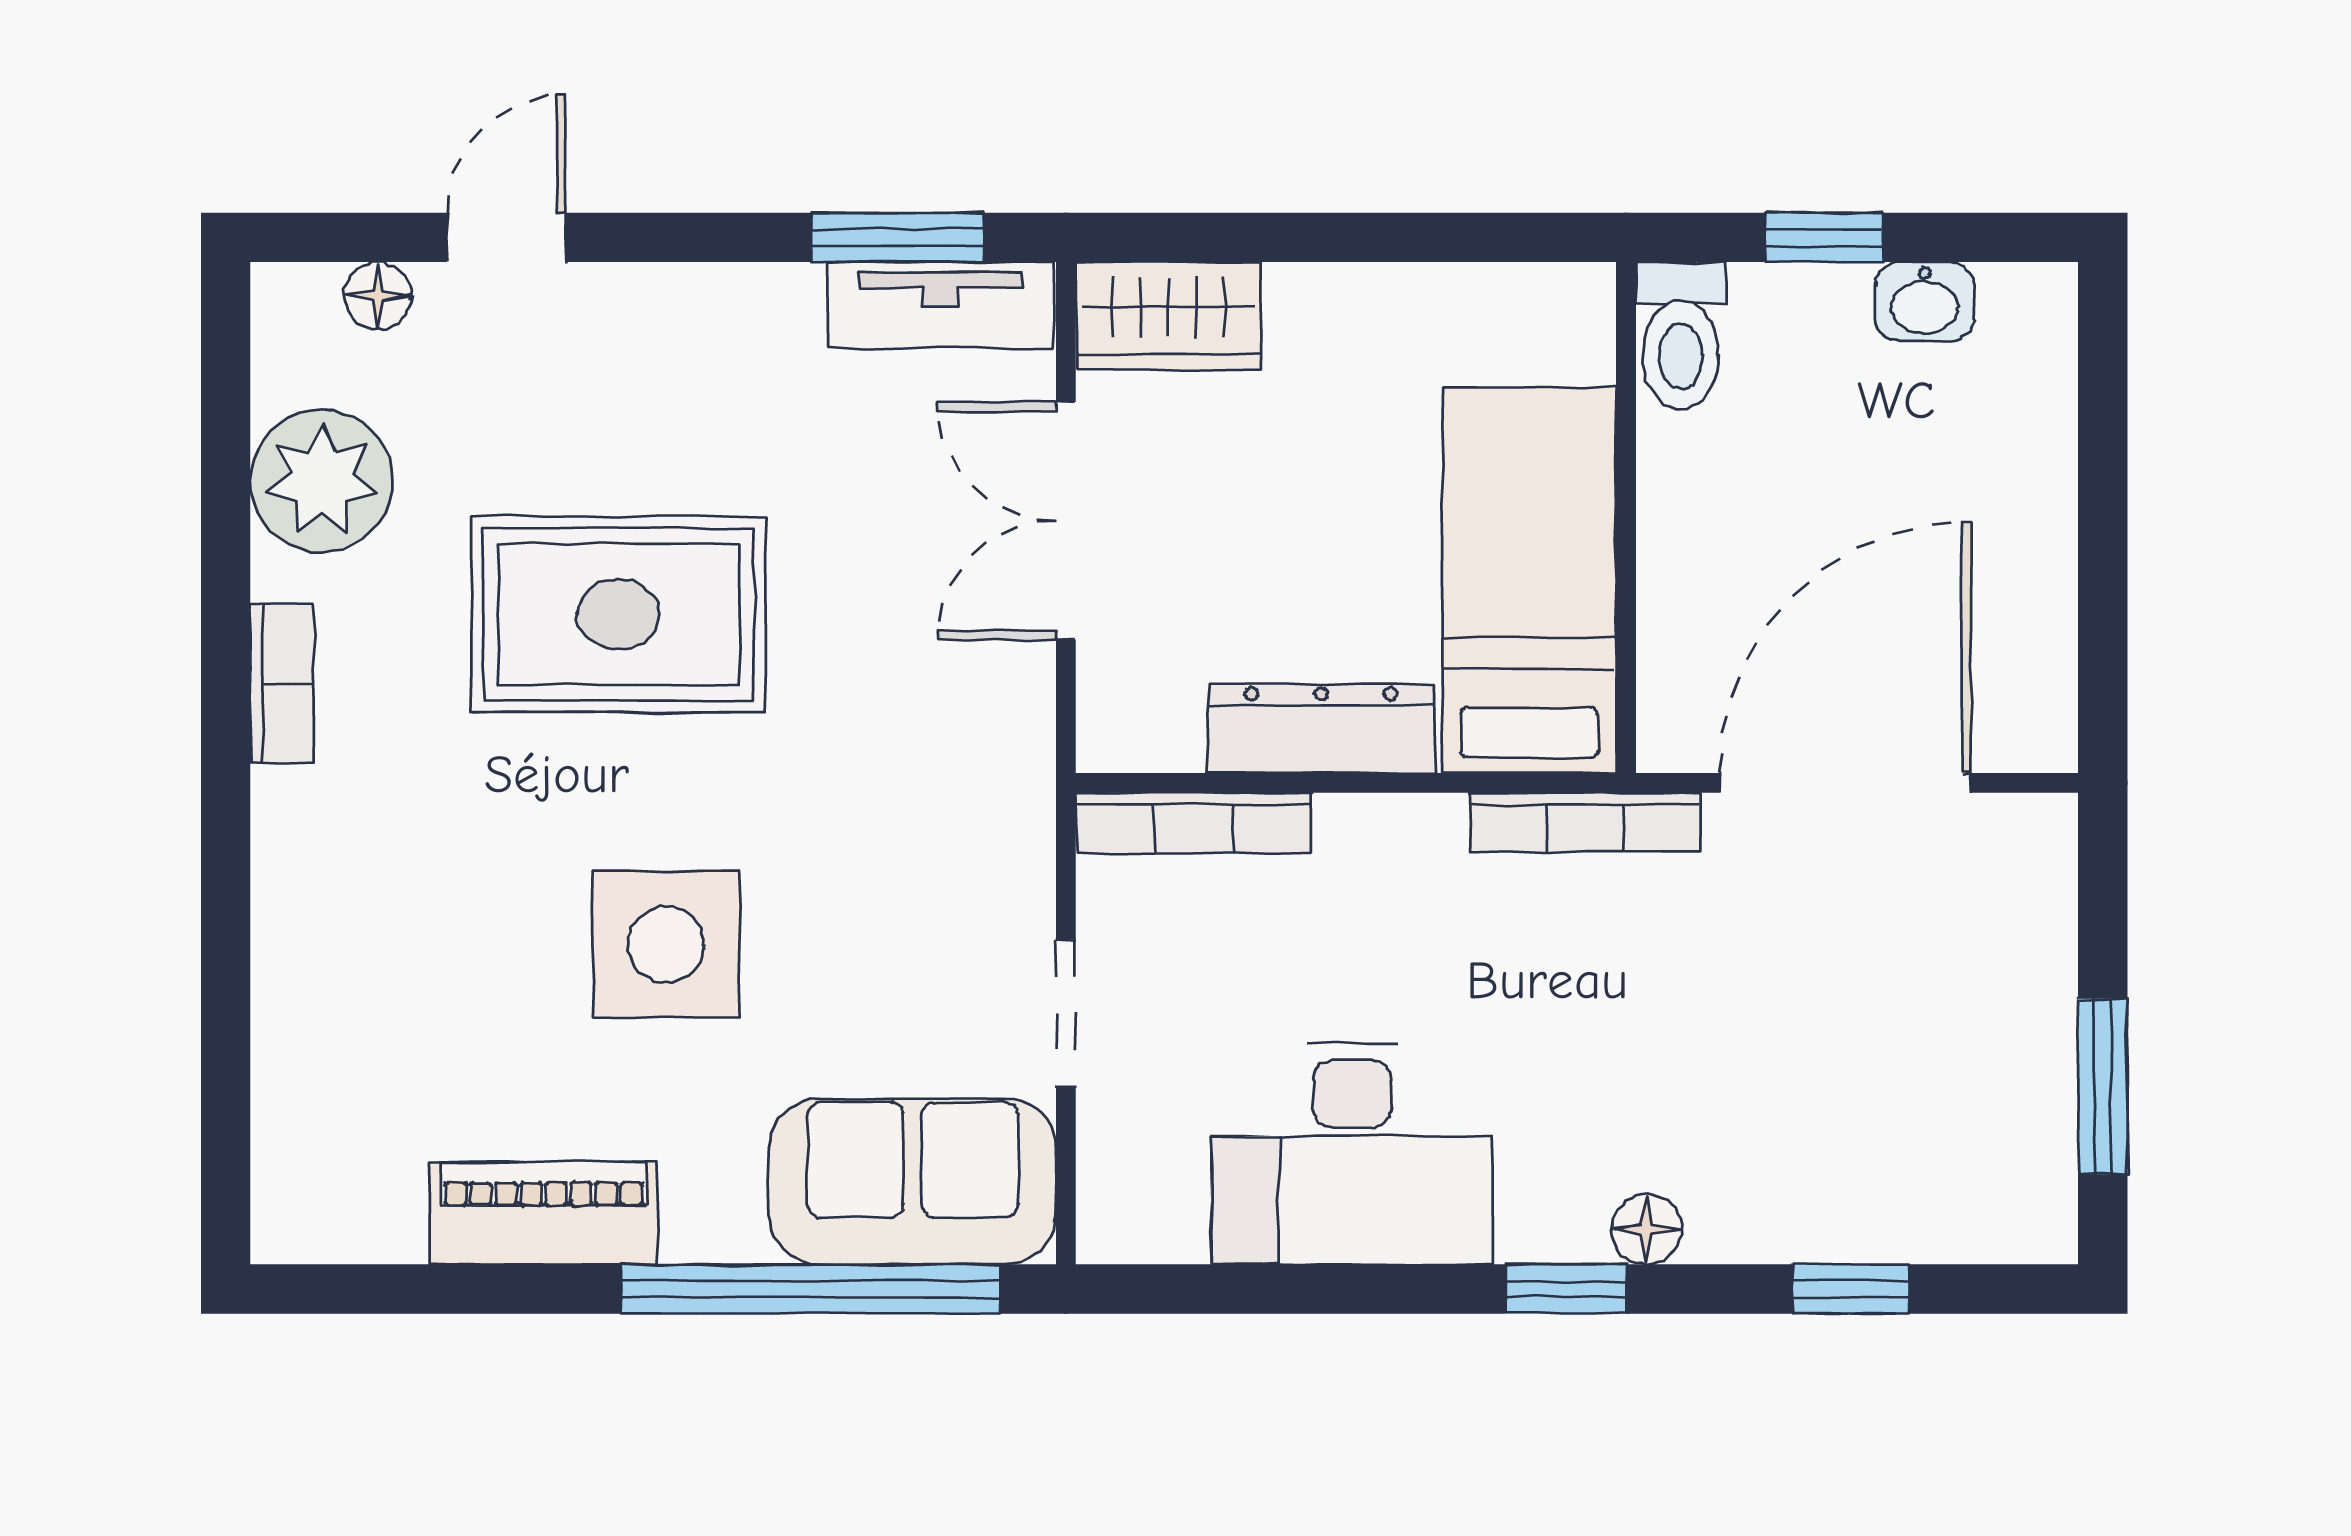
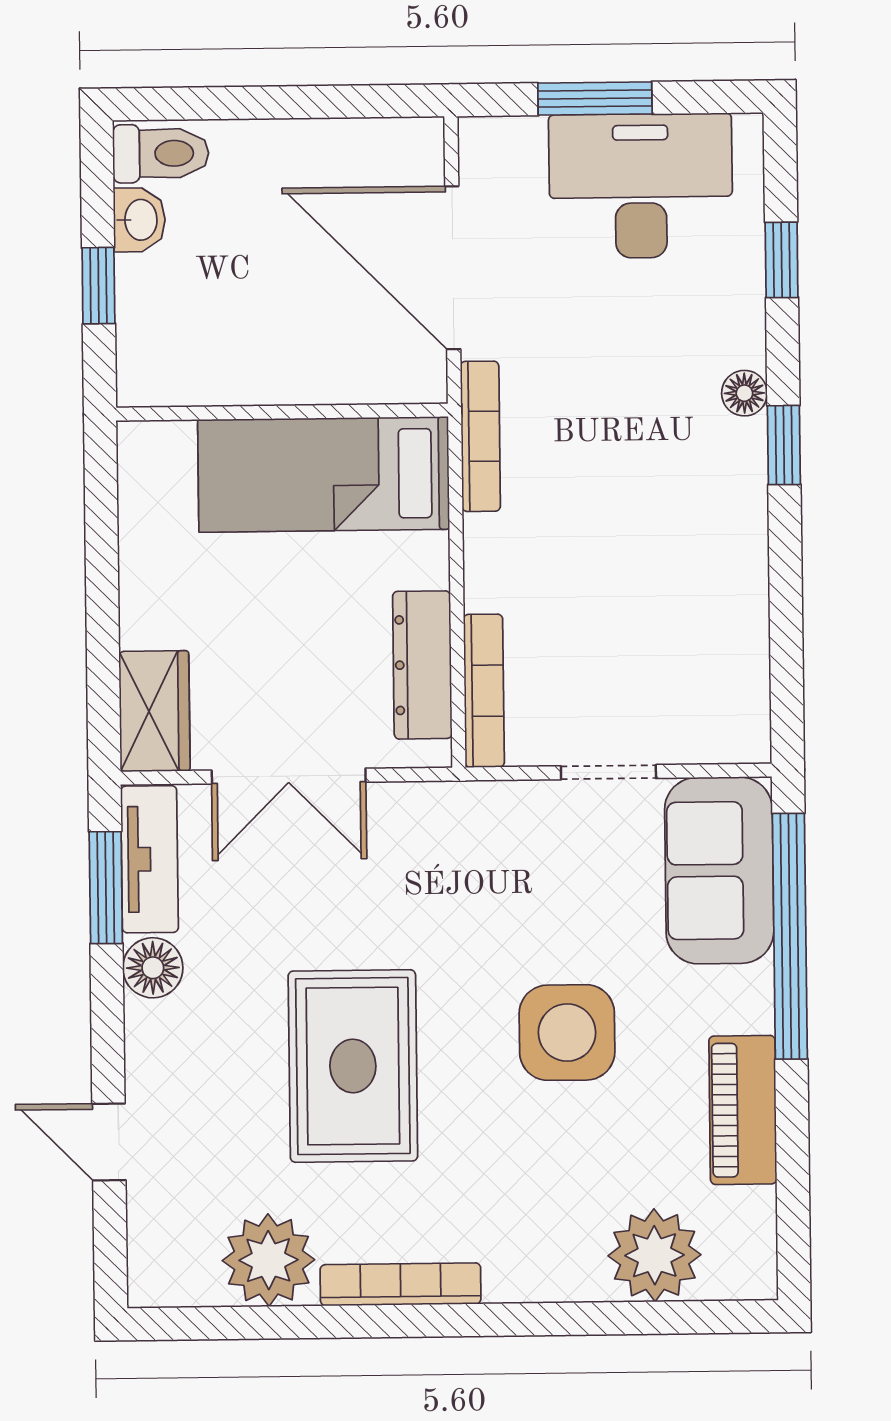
floor lamp: (378, 296) -> (153, 968), moved, width x1.37, depth x1.37
toilet: (1681, 336) -> (161, 153), moved
bookcase: (282, 683) -> (401, 1284), width x1.56
dresser: (1321, 729) -> (422, 665), moved
plant: (322, 1075) -> (655, 1255), added
window: (2103, 1086) -> (595, 99), moved
desk: (1352, 1154) -> (641, 186), moved, turned -90

